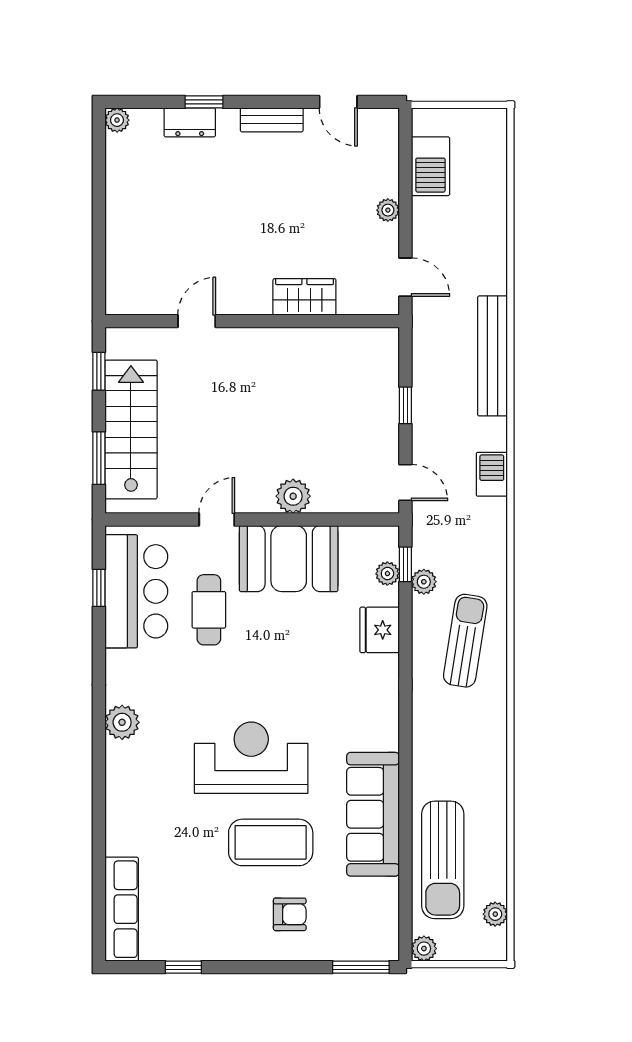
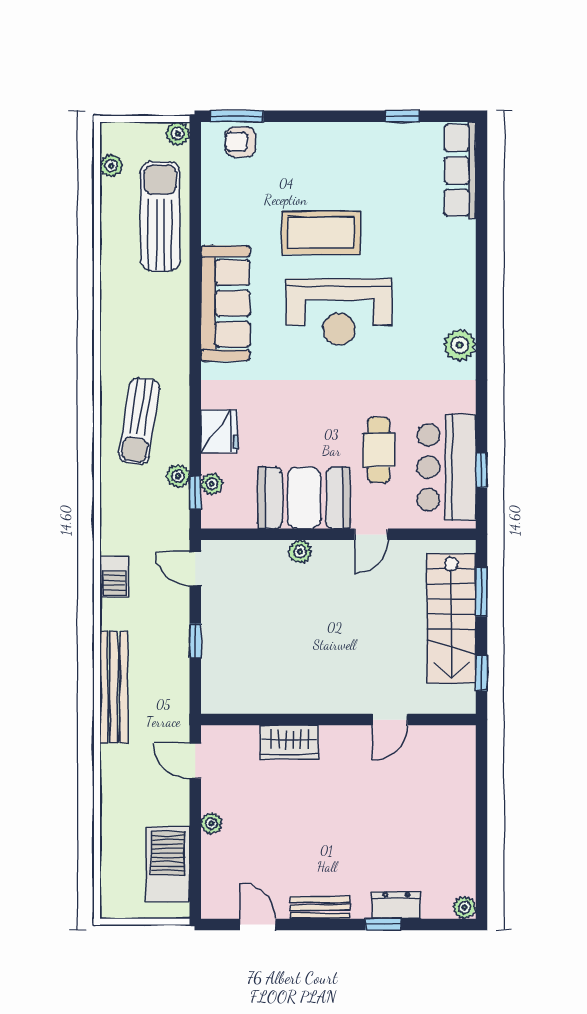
barbecue: (430, 166) -> (168, 864), width x1.37, depth x1.21
plant: (293, 496) -> (300, 552), width x0.73, depth x0.73
sofa: (373, 814) -> (225, 303), moved
armchair: (290, 914) -> (240, 142), moved

